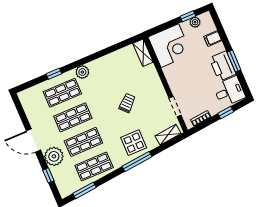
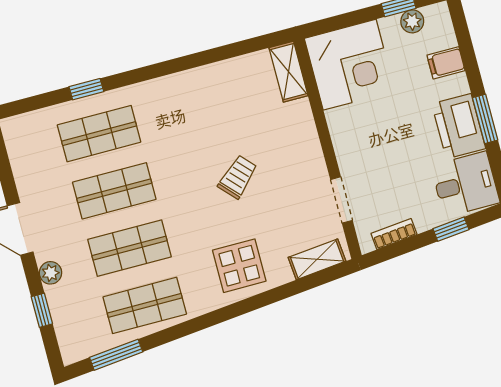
plant: (82, 72) -> (149, 95), removed
plant: (54, 156) -> (51, 273), width x0.53, depth x0.53
window: (137, 161) -> (241, 308), removed

